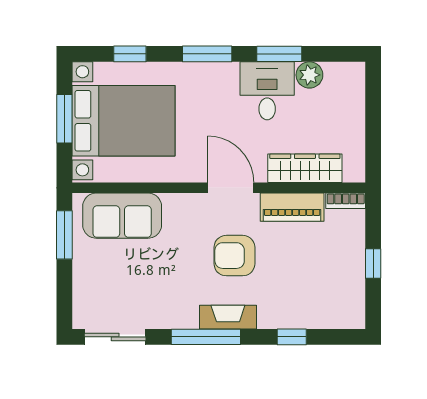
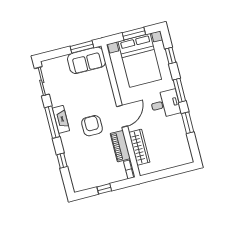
plant: (309, 75) -> (182, 139), removed
desk: (267, 91) -> (165, 104), moved
sofa: (122, 216) -> (87, 60), moved, turned -90
fireplace: (228, 317) -> (61, 119), moved

